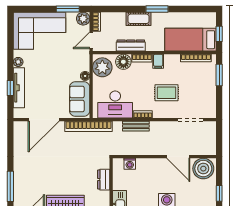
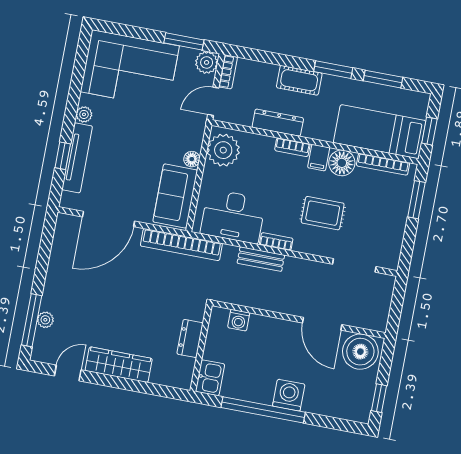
window: (187, 9) -> (383, 79), added
floor lamp: (123, 62) -> (342, 163), moved
plant: (18, 185) -> (45, 320), added

